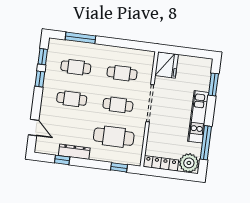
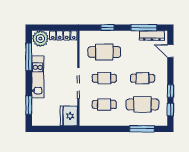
cafe table: (76, 67) -> (142, 104), width x1.37, depth x1.35
dresser: (74, 152) -> (152, 36), moved
window: (62, 160) -> (144, 28), width x2.17
window: (119, 167) -> (107, 28), moved

